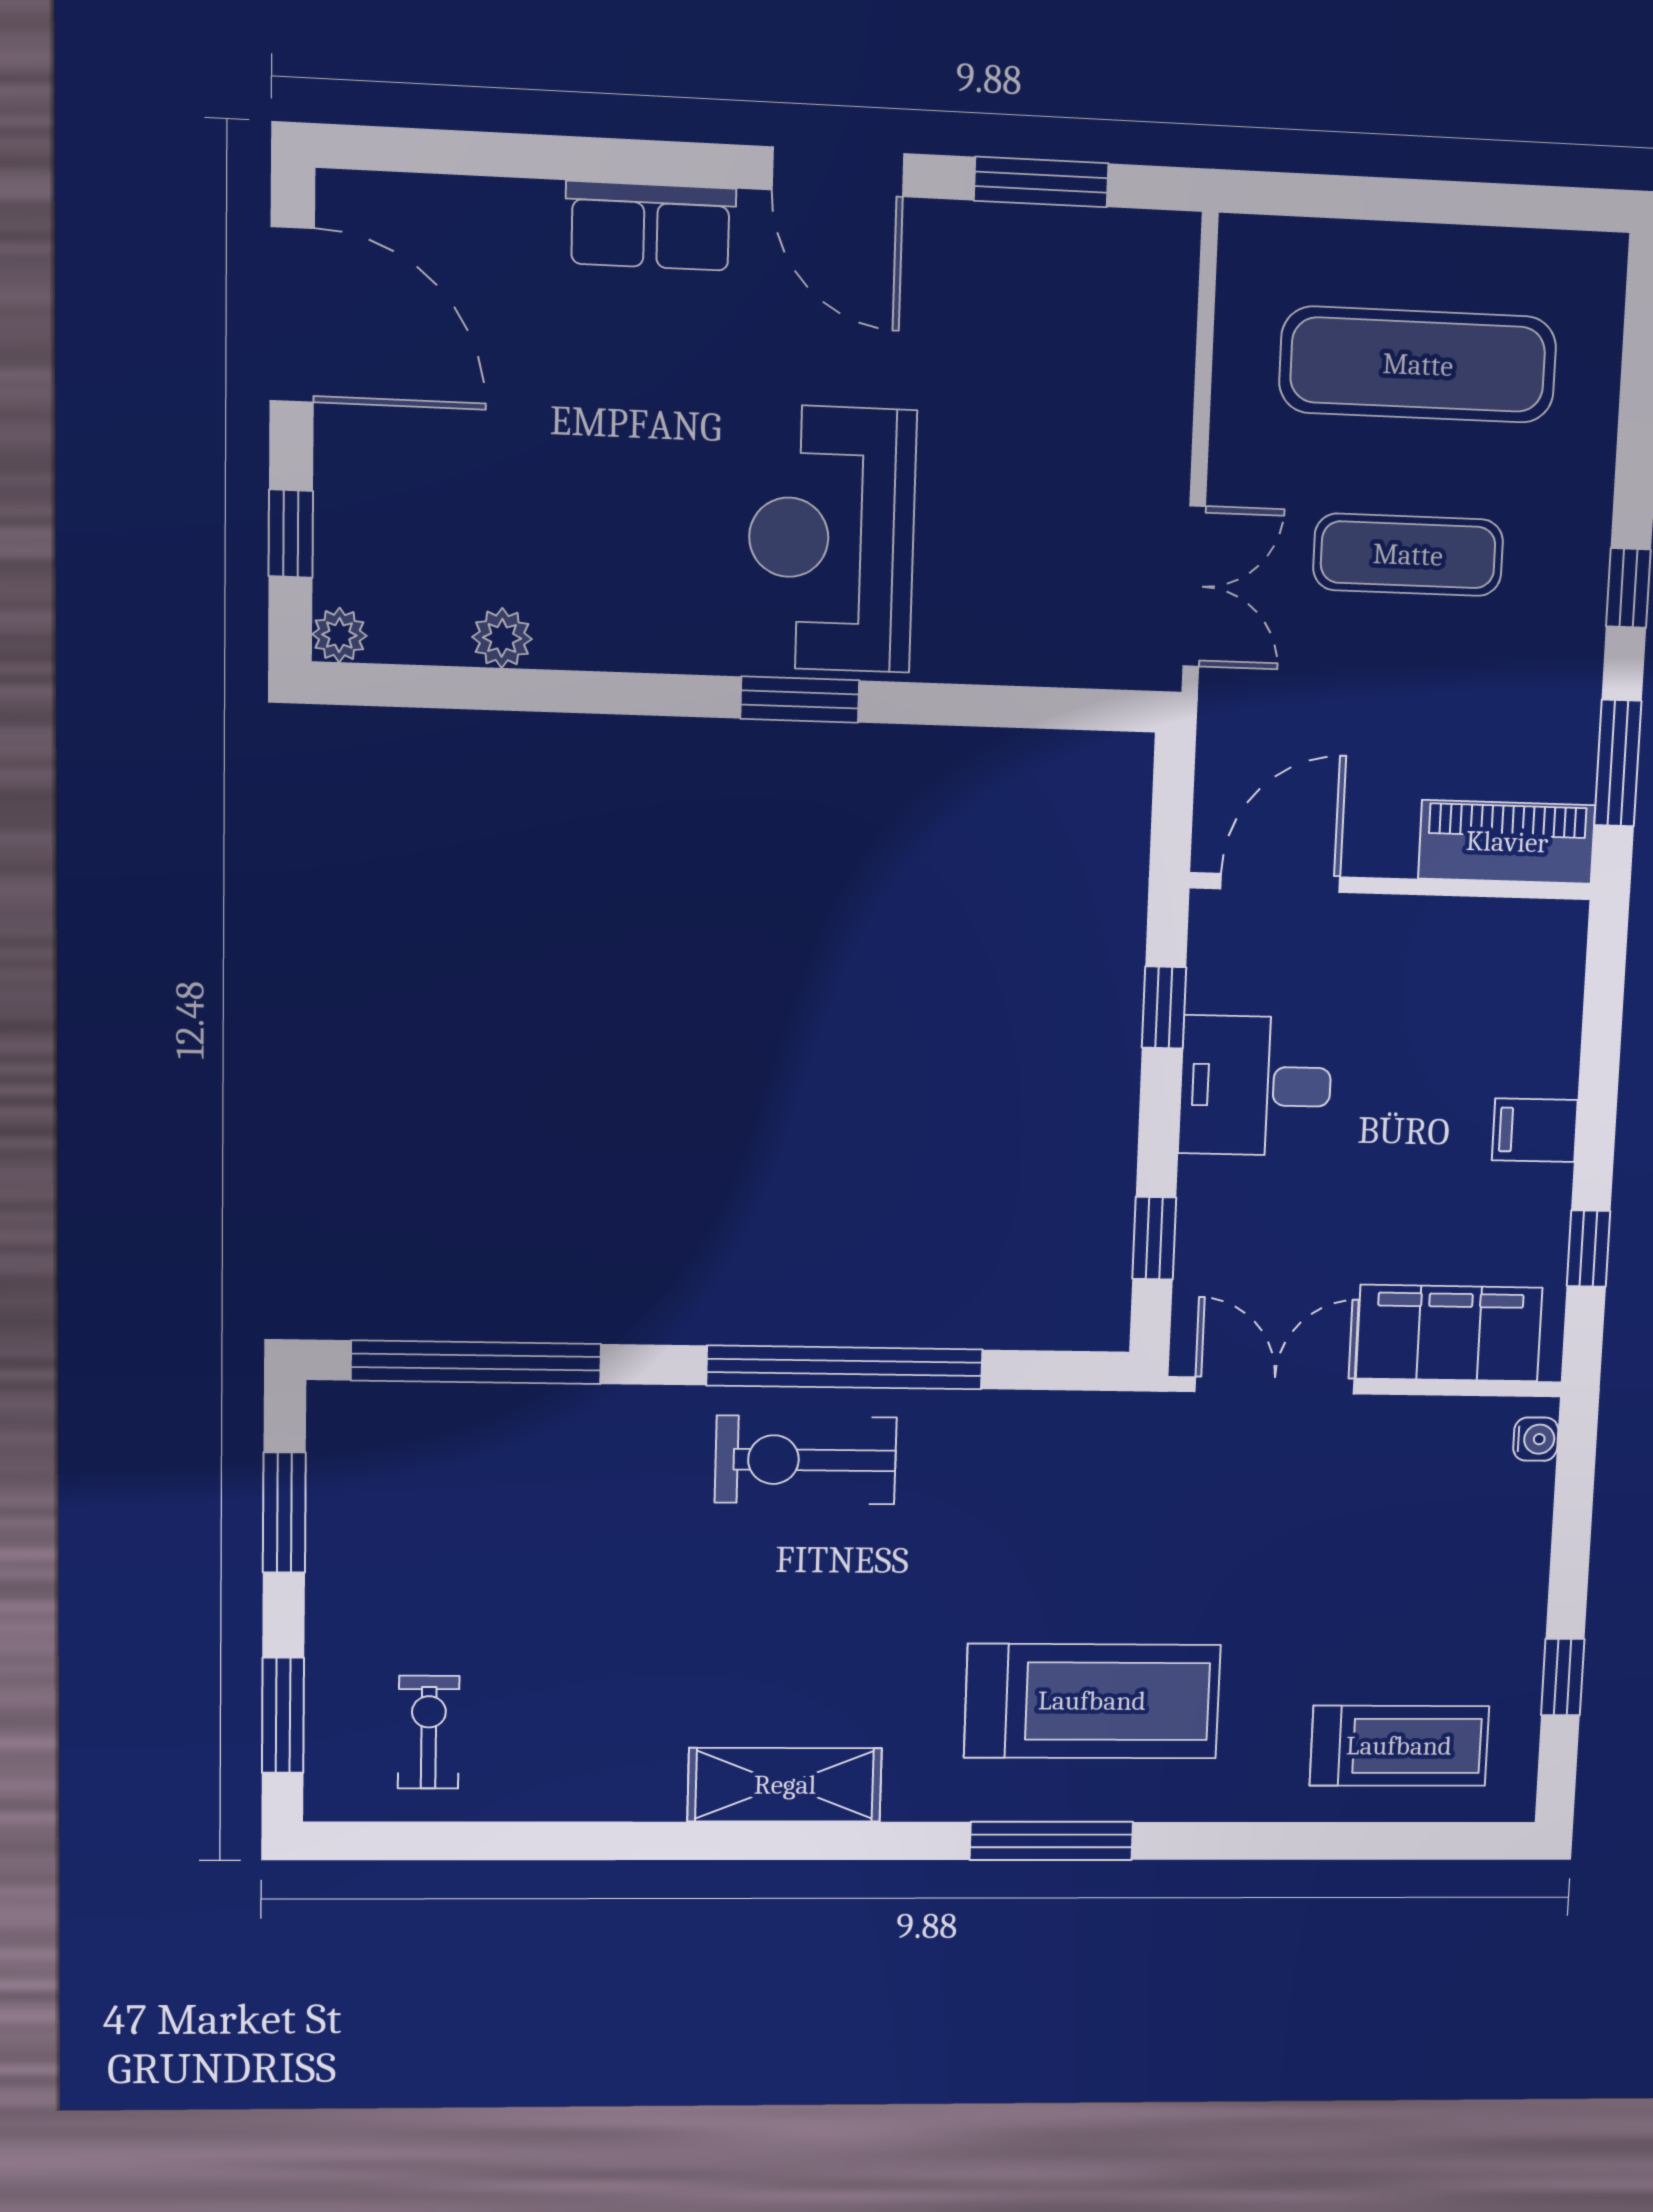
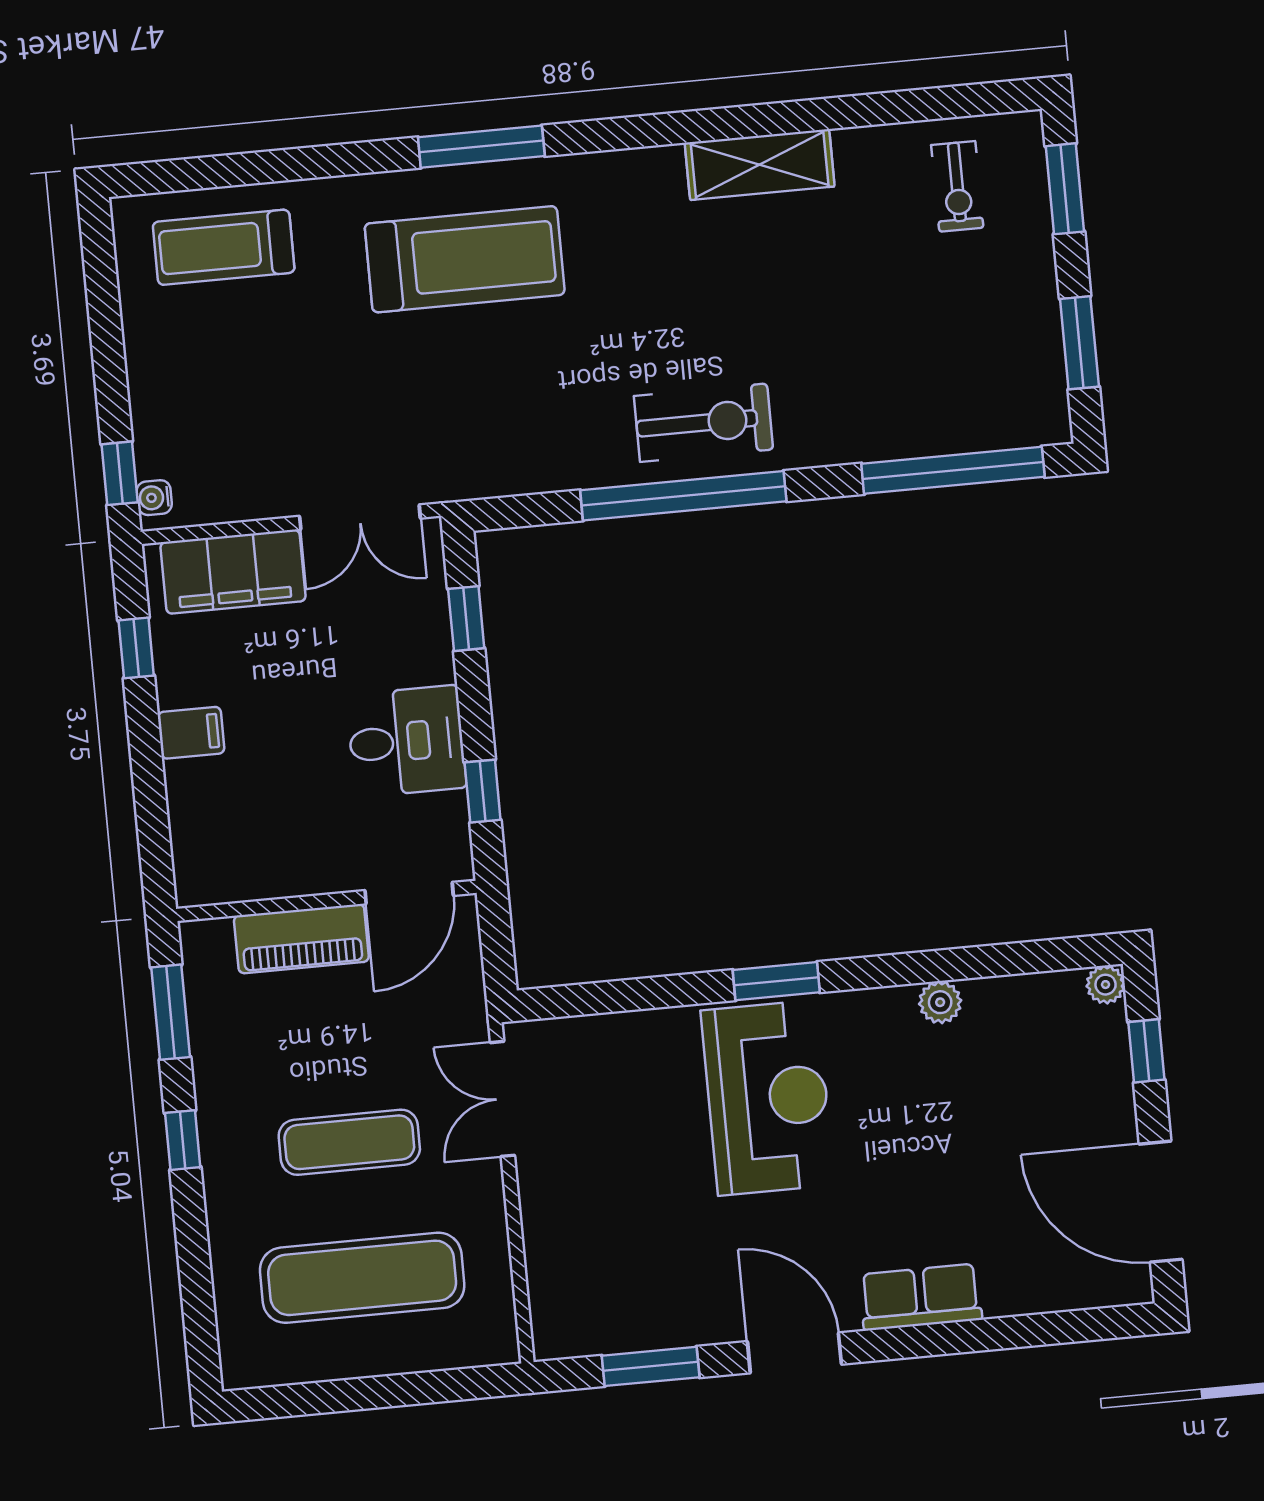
plant: (502, 638) -> (940, 1002), moved
piano: (1507, 842) -> (301, 939), moved
window: (1563, 1677) -> (120, 473), moved
treadmill: (1092, 1701) -> (465, 259), turned 180
shelving: (785, 1785) -> (760, 165), moved

